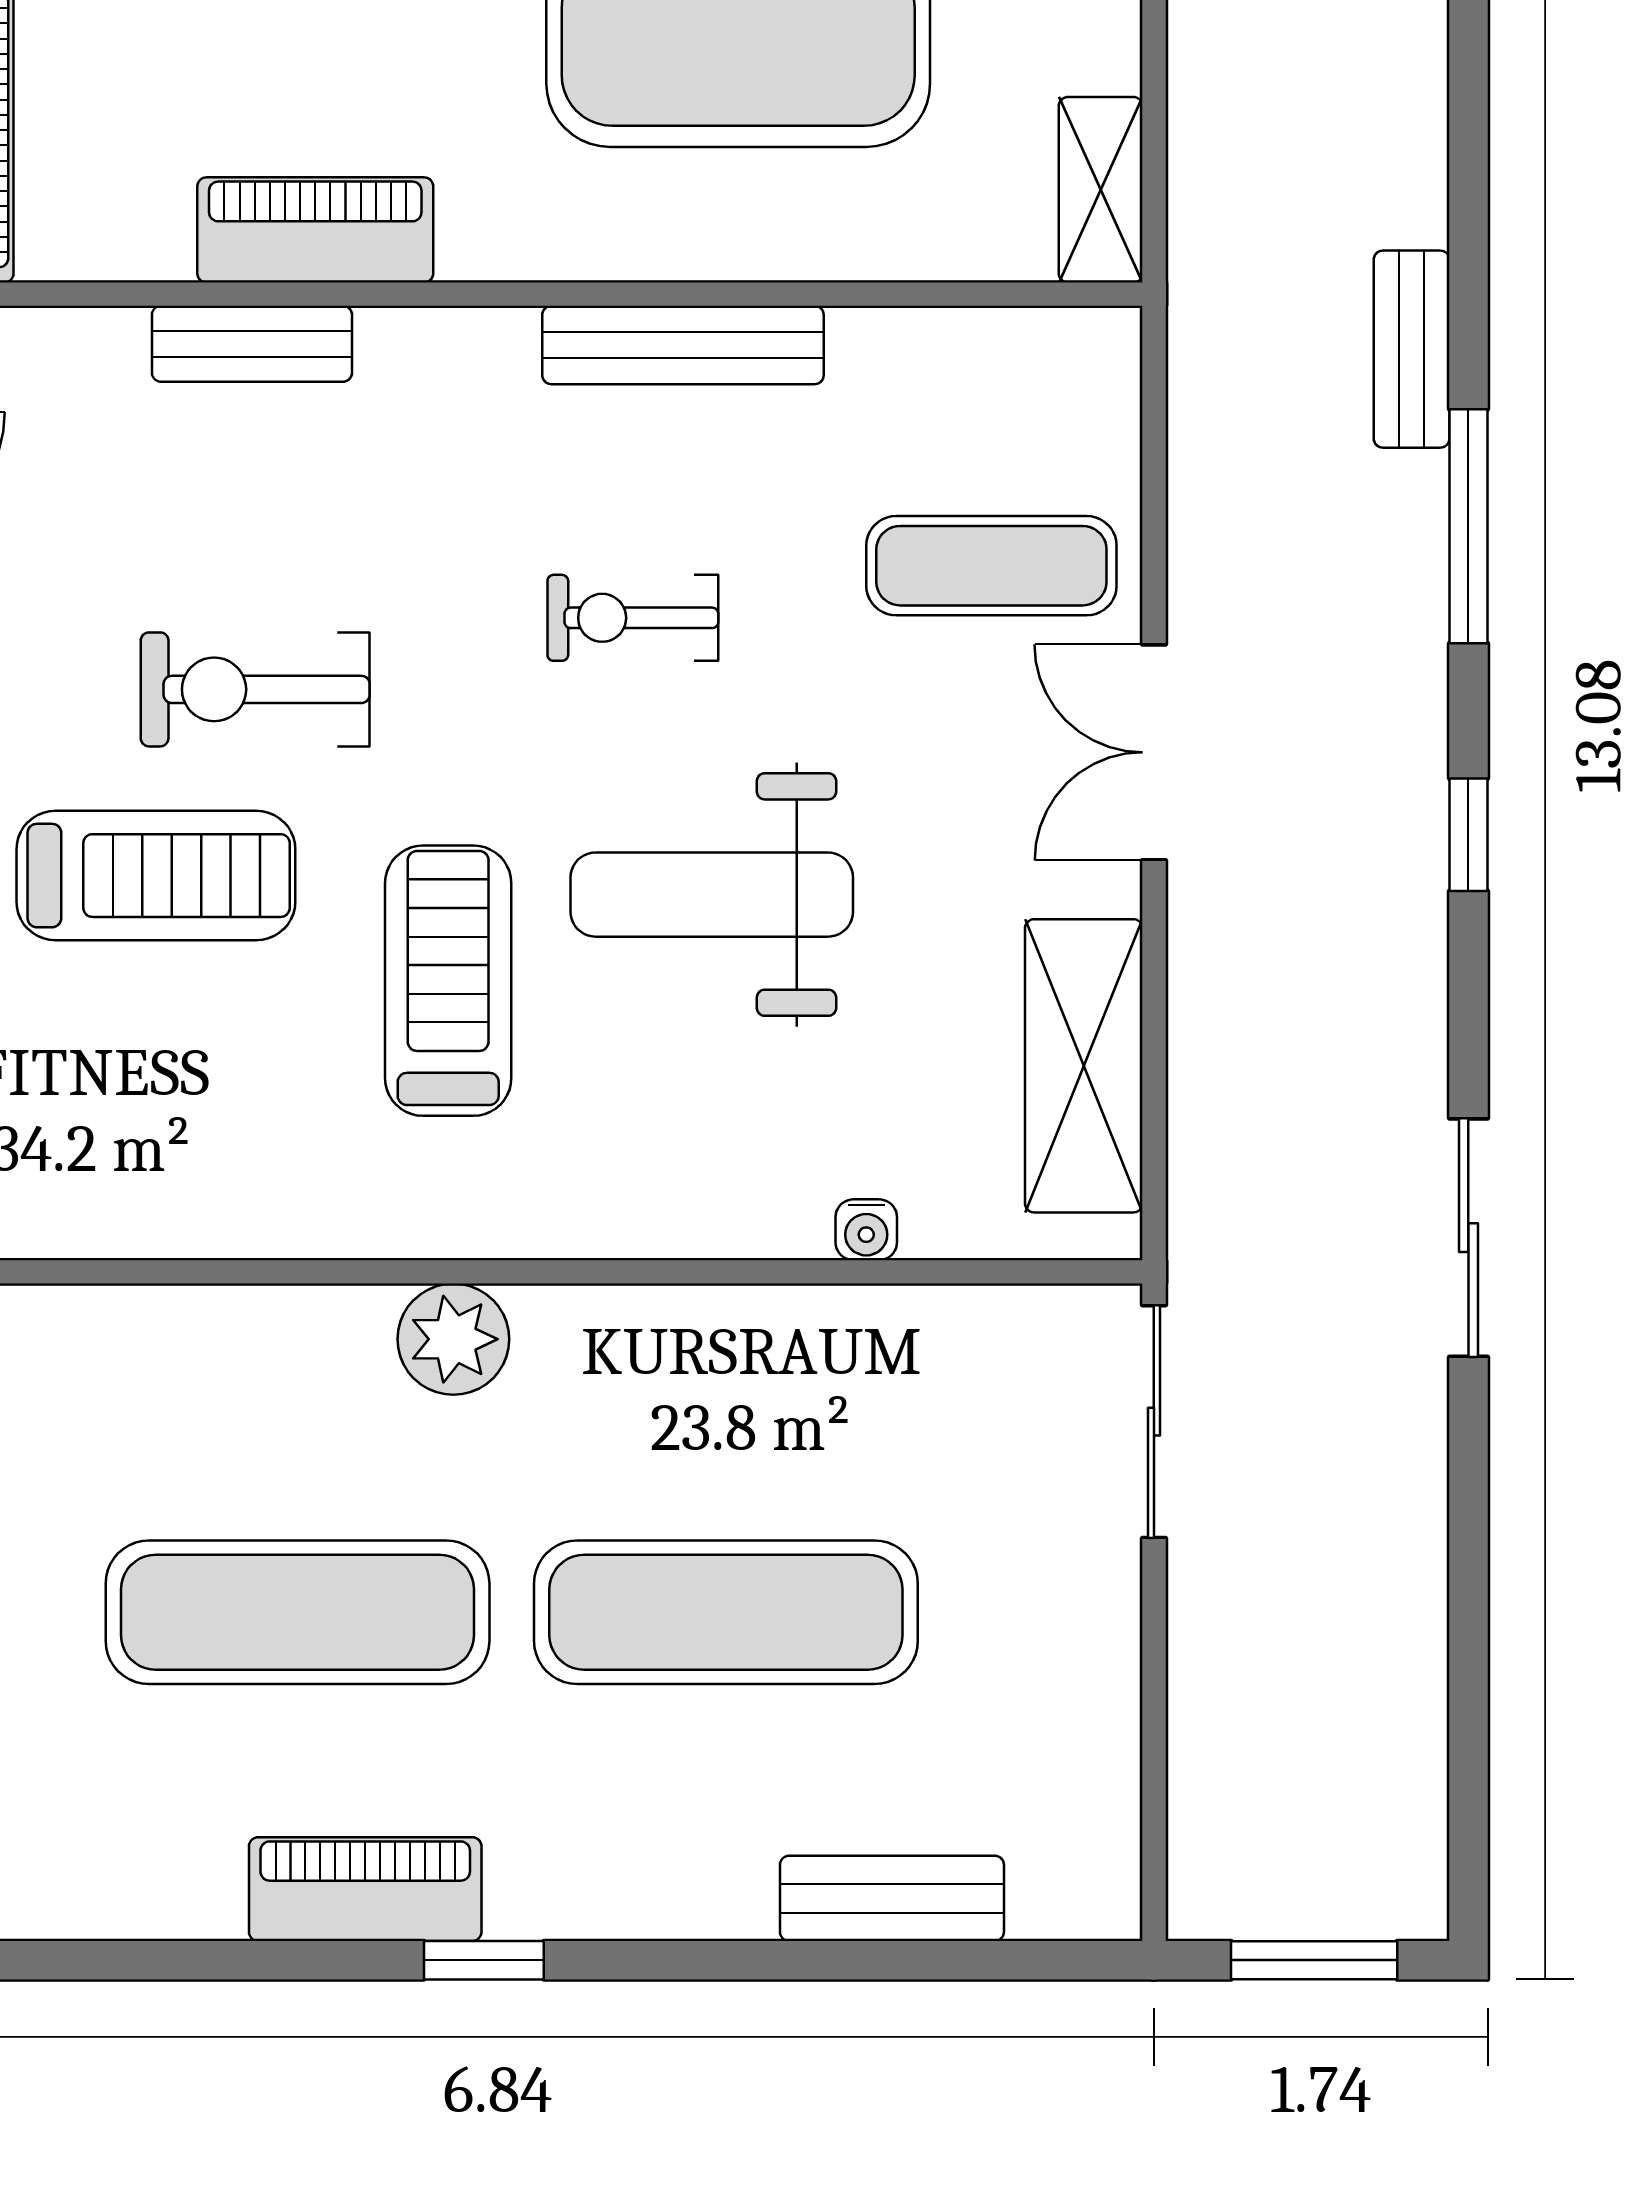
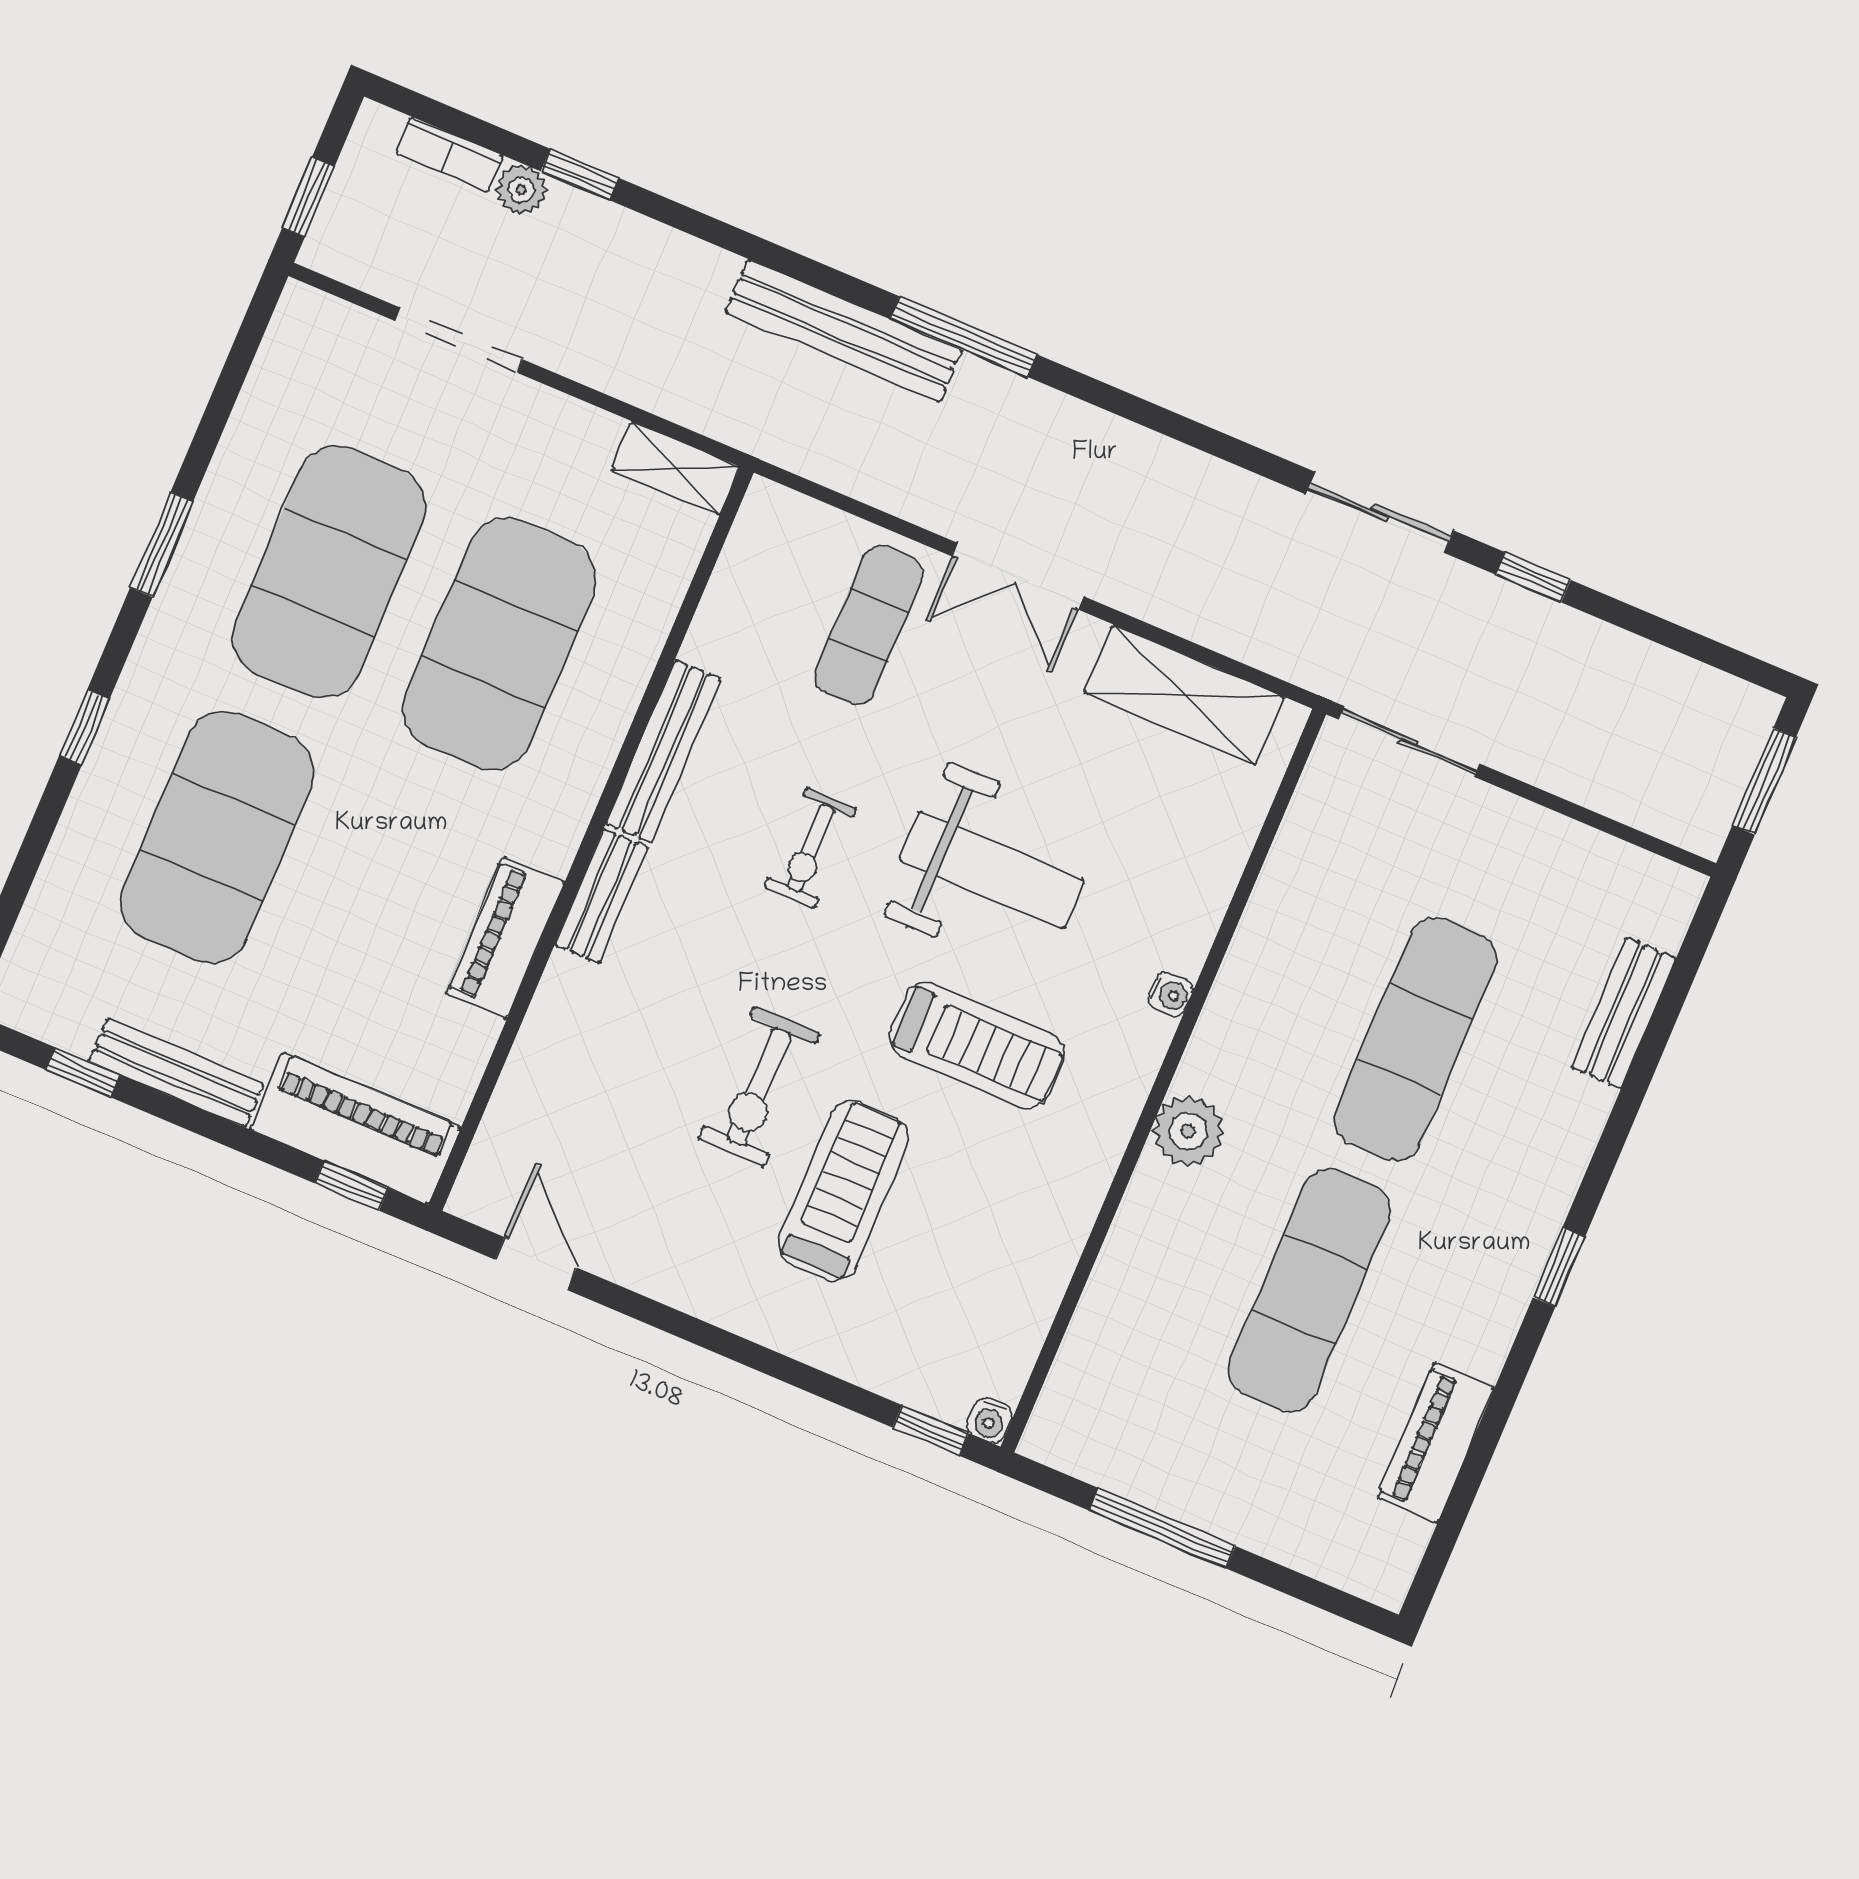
bench: (252, 344) -> (601, 896), moved
bench: (1412, 349) -> (844, 331), width x1.86, depth x1.21
window: (1468, 835) -> (1533, 577), moved
weight bench: (712, 895) -> (992, 870), turned -90
treadmill: (448, 981) -> (977, 1046), turned 180
water cooler: (866, 1230) -> (1171, 994), moved
piano: (365, 1889) -> (1436, 1443), moved

